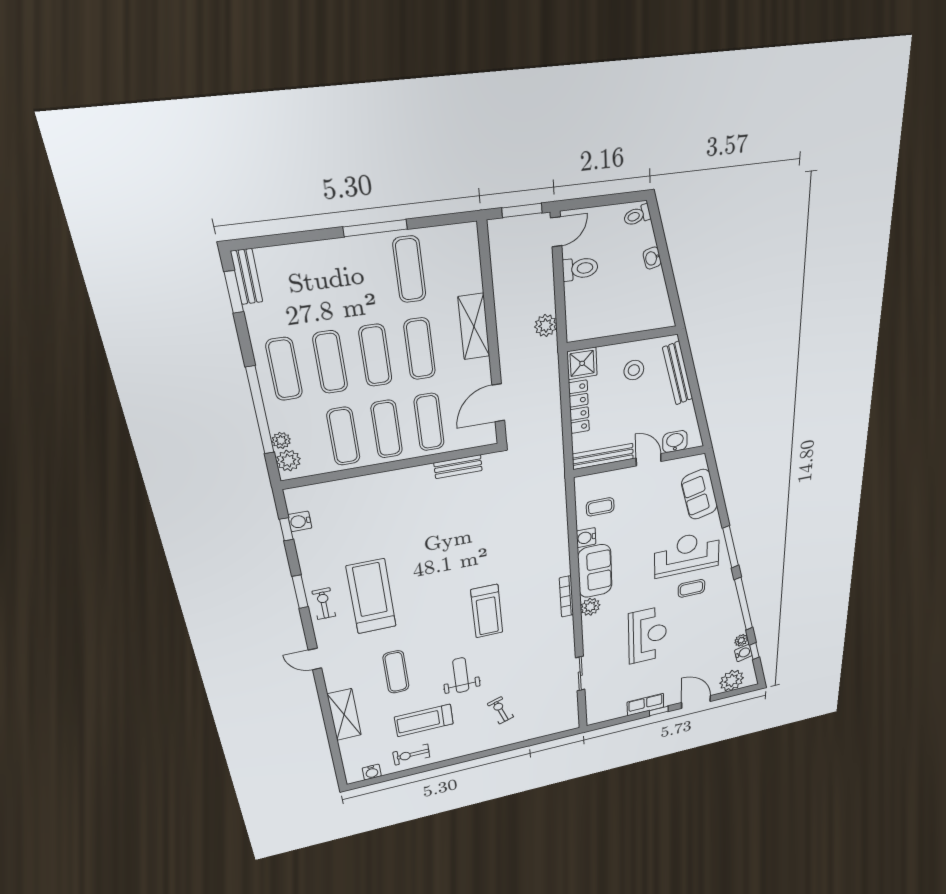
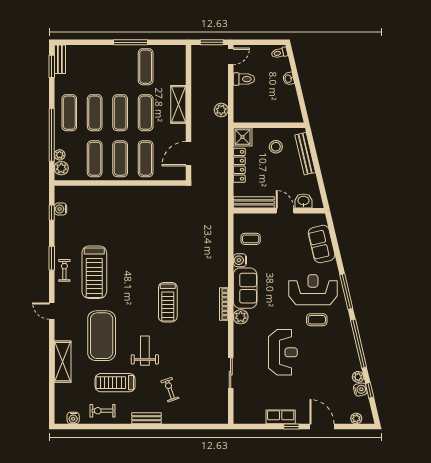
bench: (458, 467) -> (146, 418), moved
treadmill: (371, 597) -> (94, 272), turned 180
exercise mat: (396, 672) -> (102, 336), width x2.00, depth x1.45
plant: (732, 681) -> (356, 418), width x0.53, depth x0.53

